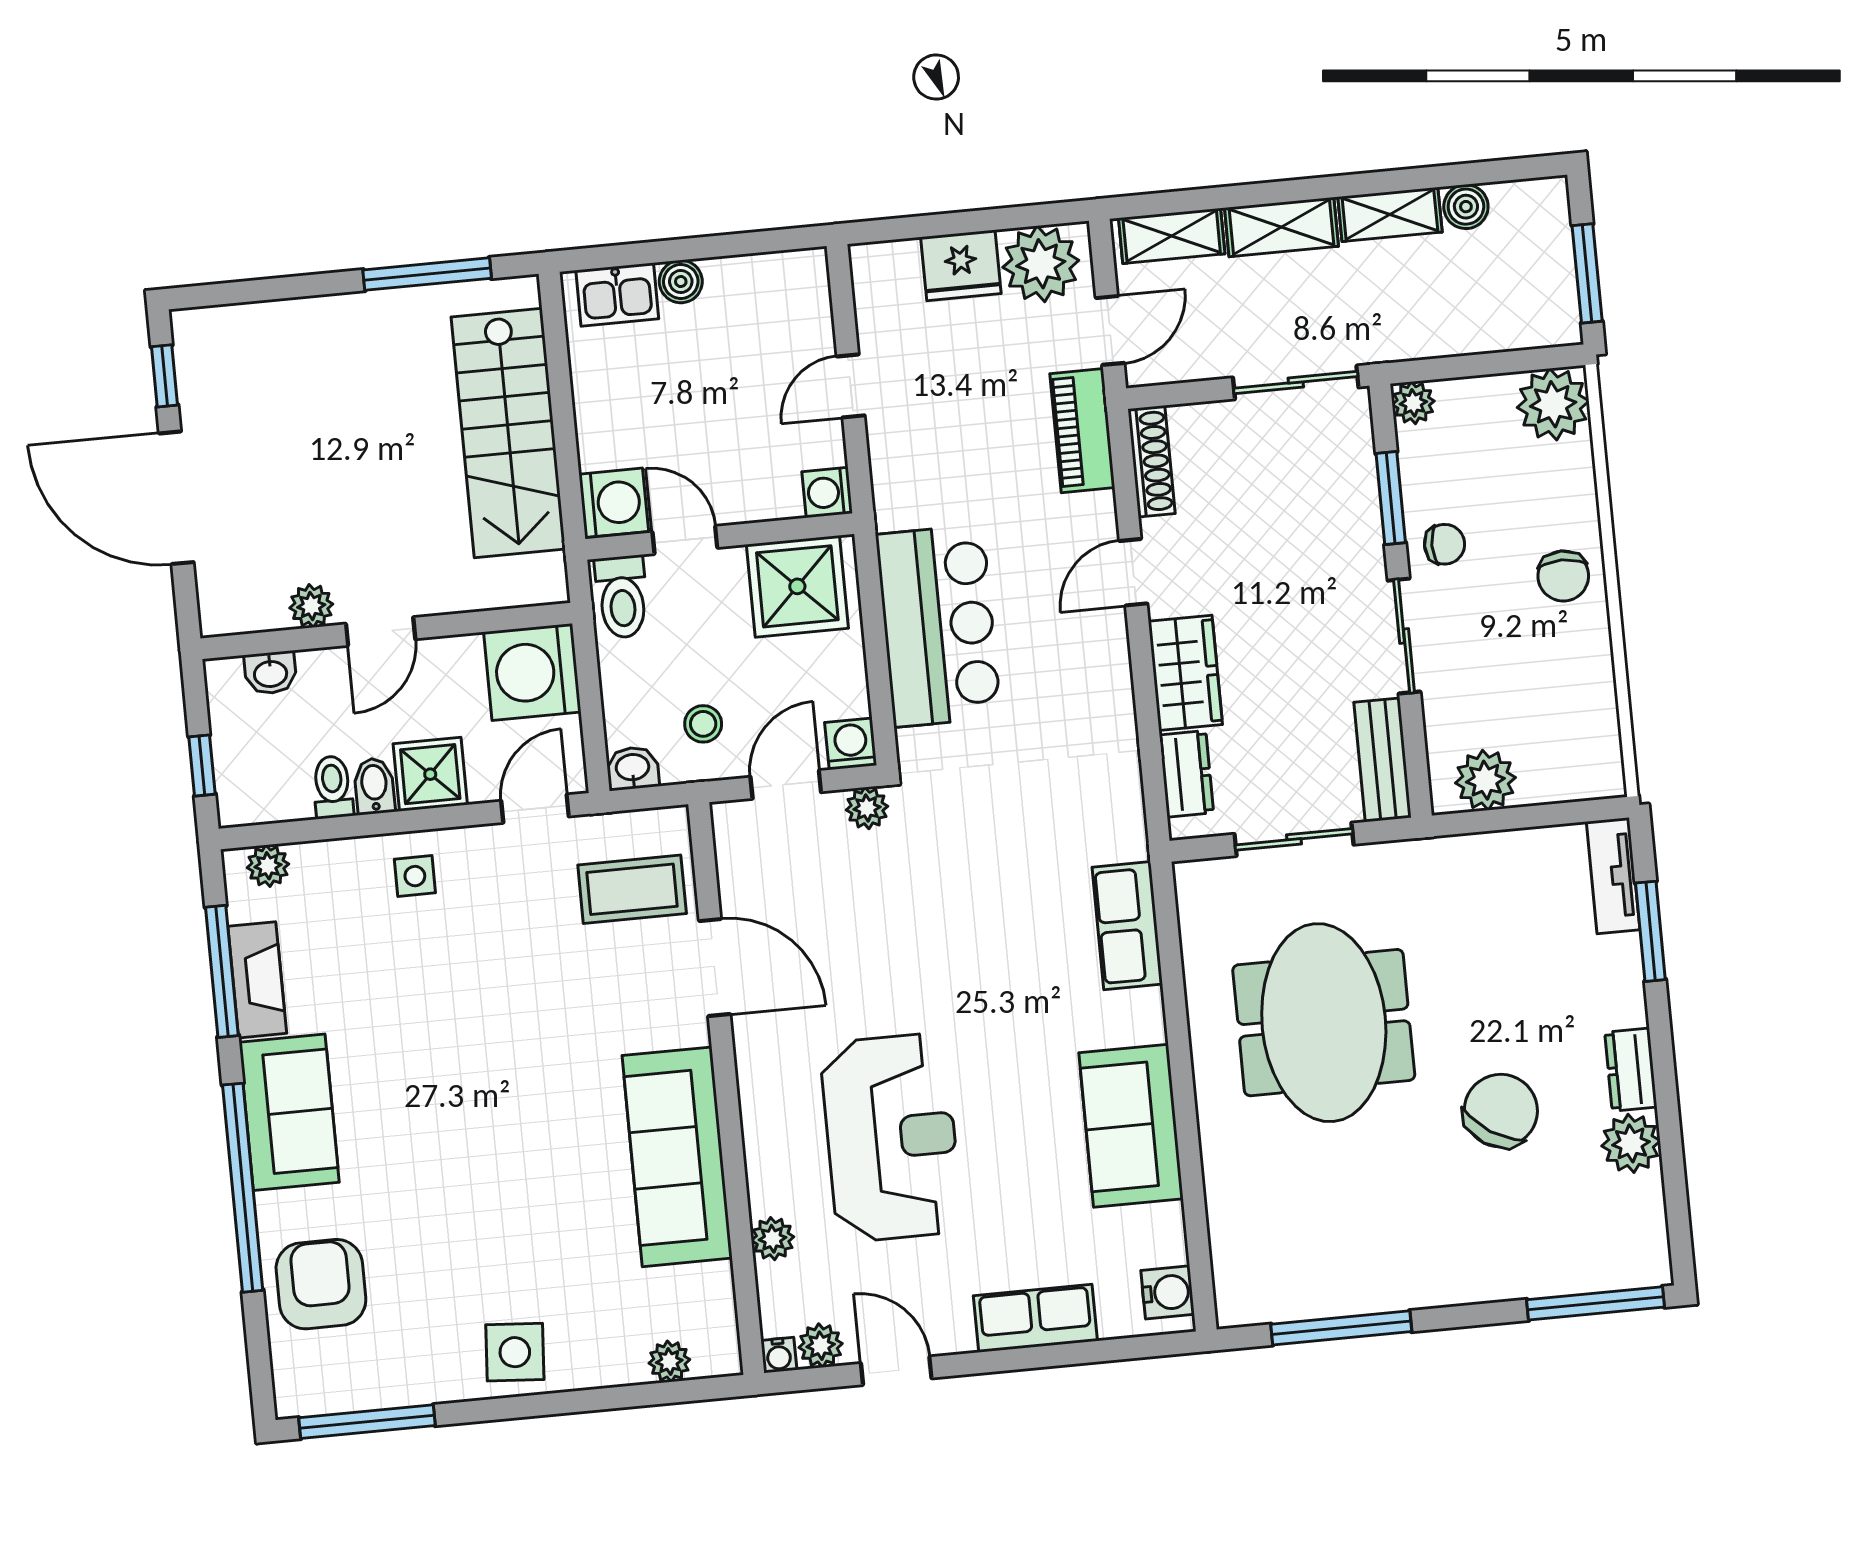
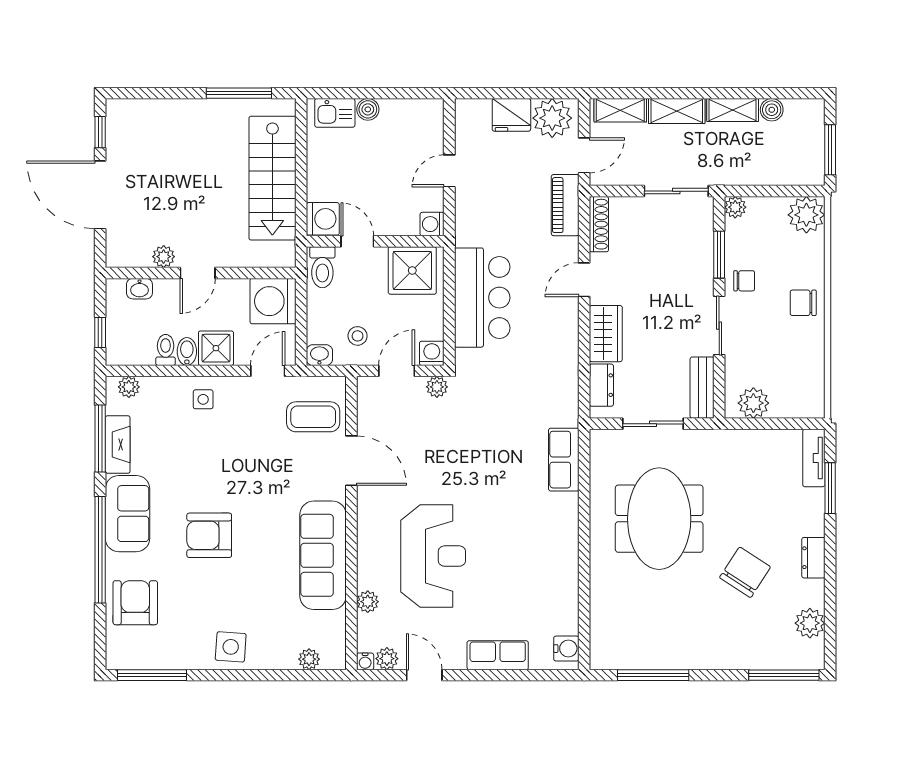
chair: (1563, 576) -> (803, 303), turned 90
sofa: (1131, 1126) -> (556, 562), removed
armchair: (452, 1139) -> (209, 535), added
plant: (1631, 1143) -> (810, 623), moved

